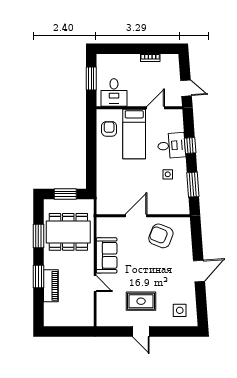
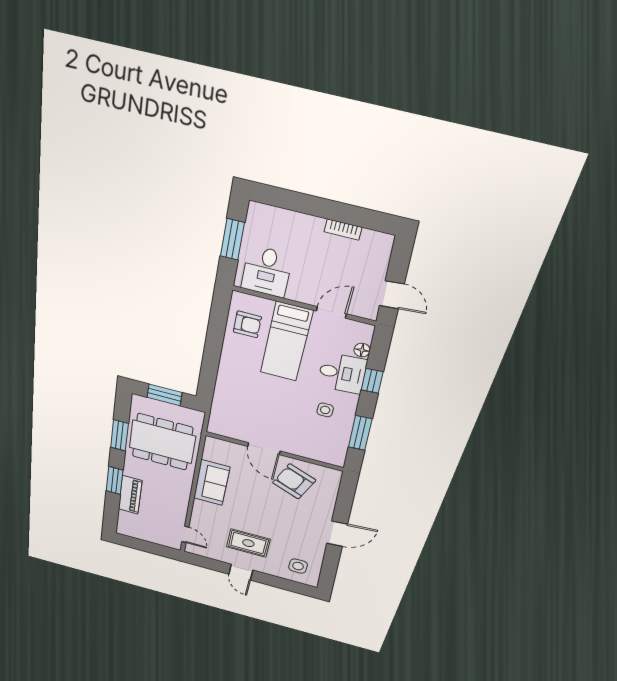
floor lamp: (179, 127) -> (362, 350), added
armchair: (109, 129) -> (247, 324), turned 90
door: (136, 216) -> (264, 449), swing flipped
door: (95, 284) -> (185, 534), moved

